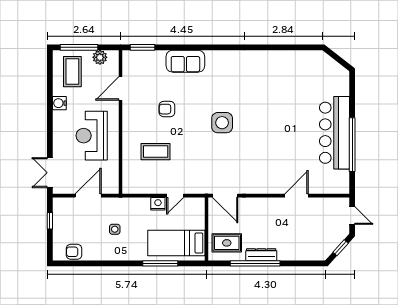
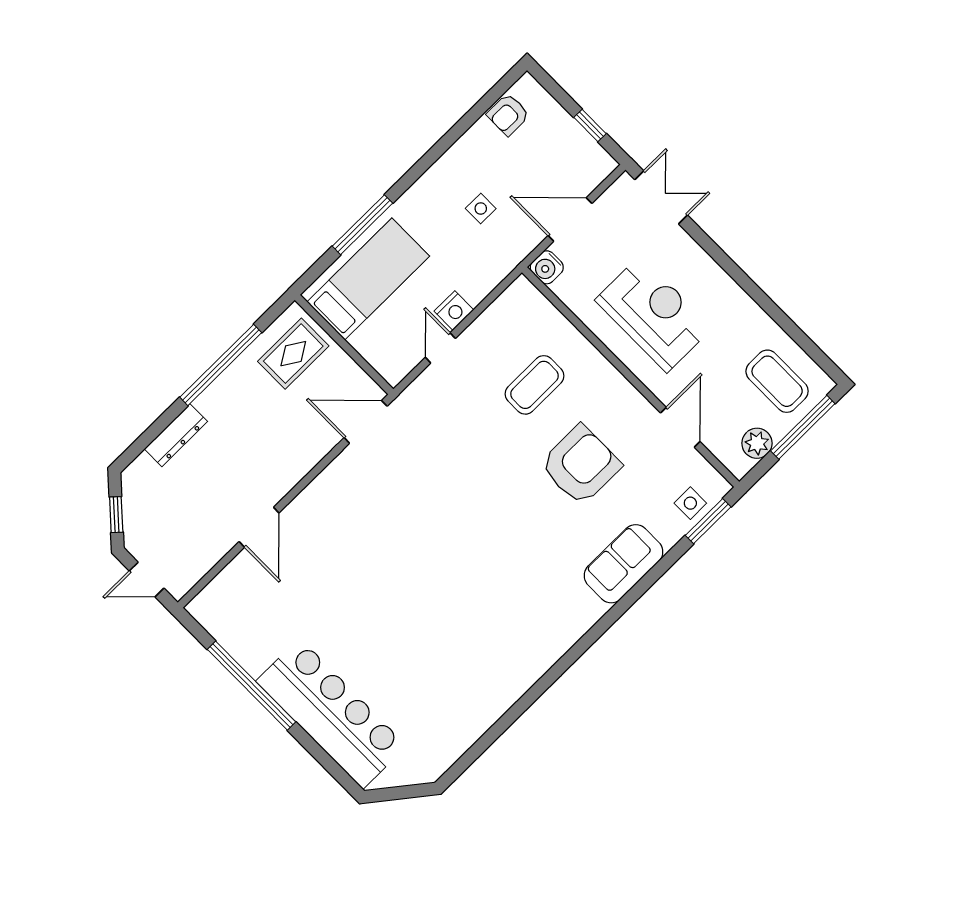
water cooler: (59, 103) -> (547, 267), moved, turned 180
armchair: (167, 109) -> (581, 465), width x1.88, depth x1.88
side table: (222, 123) -> (690, 503), moved, width x0.54, depth x0.54
bar counter: (334, 133) -> (331, 714), moved
door: (88, 196) -> (570, 219), swing flipped
armchair: (74, 252) -> (508, 115), turned 180
dresser: (261, 255) -> (176, 435), moved

